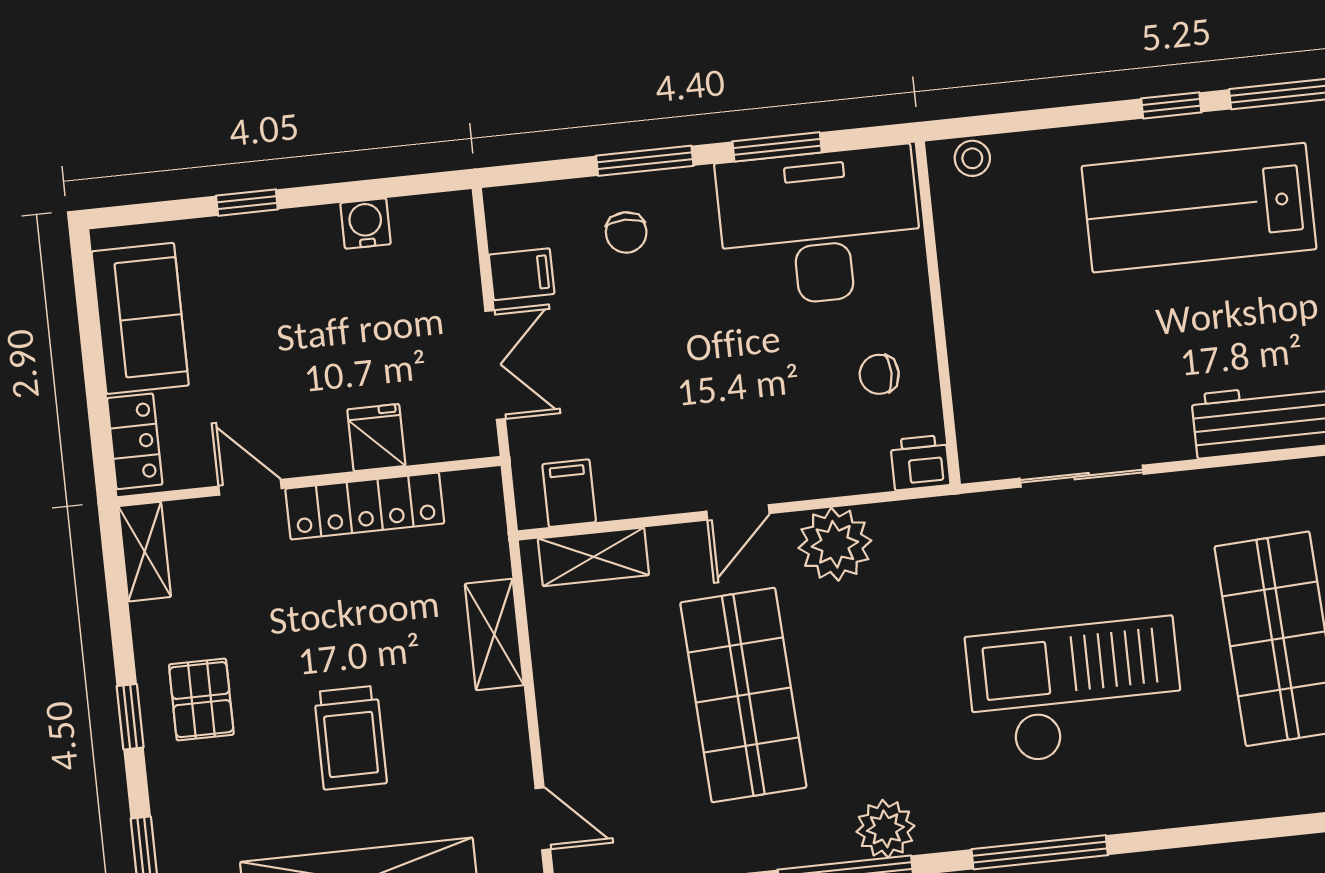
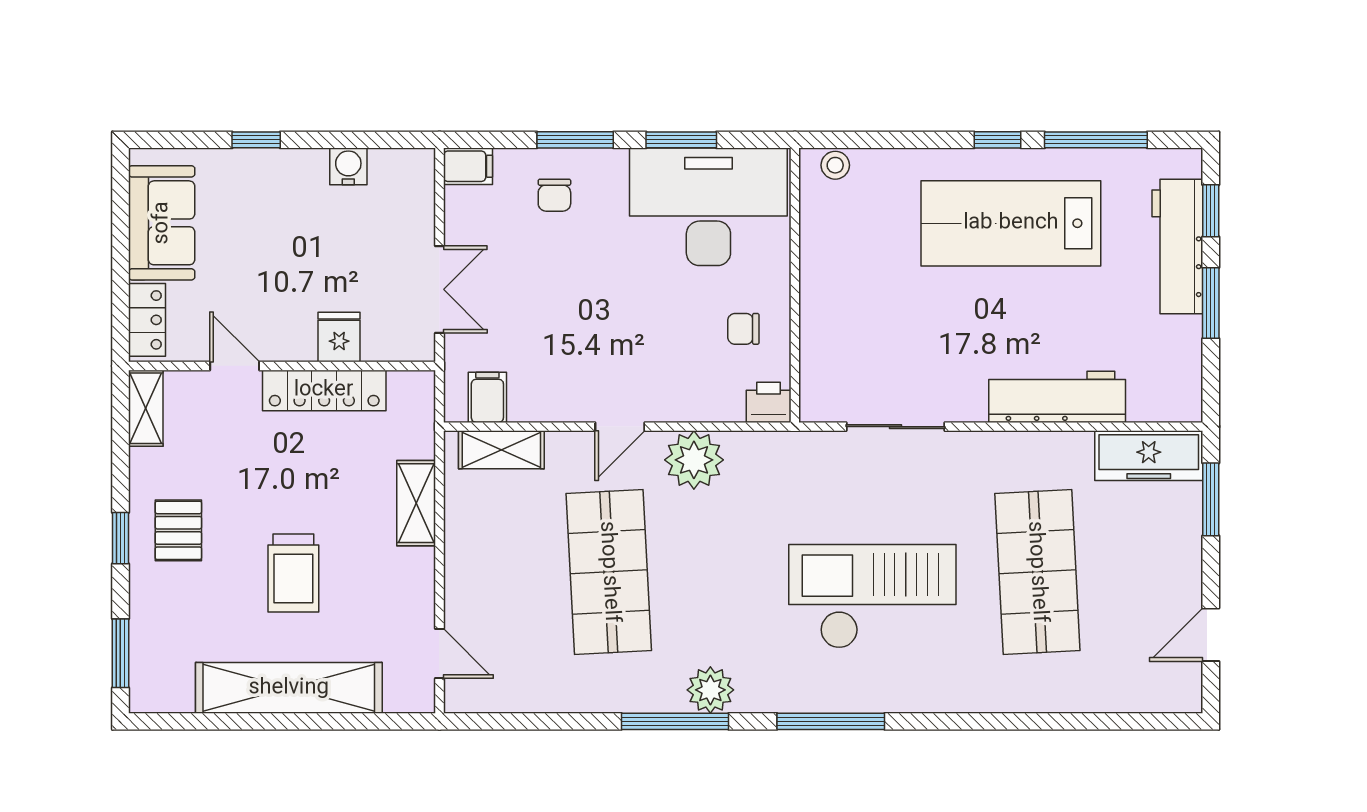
filing cabinet: (522, 274) -> (468, 166), moved

